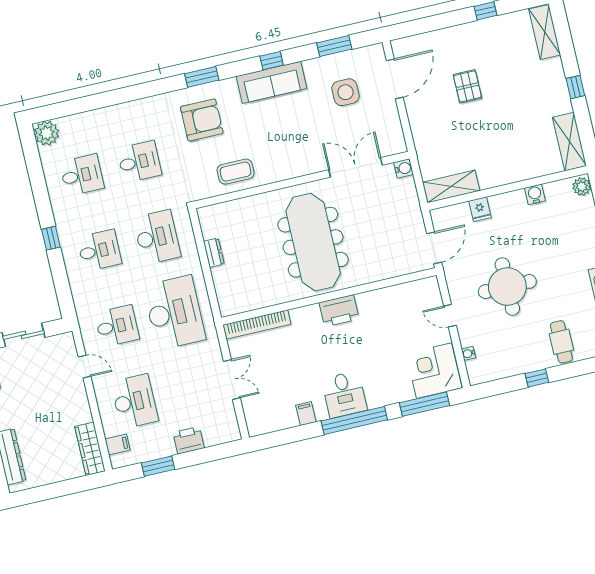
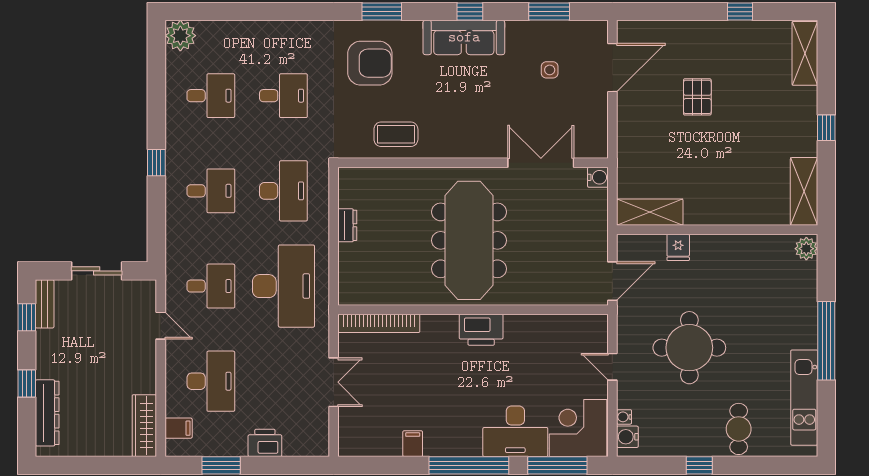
side table: (345, 92) -> (550, 70), width x0.54, depth x0.54
water cooler: (535, 194) -> (627, 437), moved, turned -90
desk: (344, 394) -> (515, 431), moved, width x1.37

